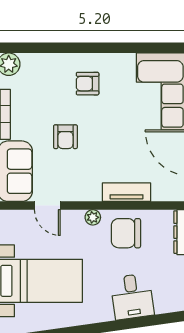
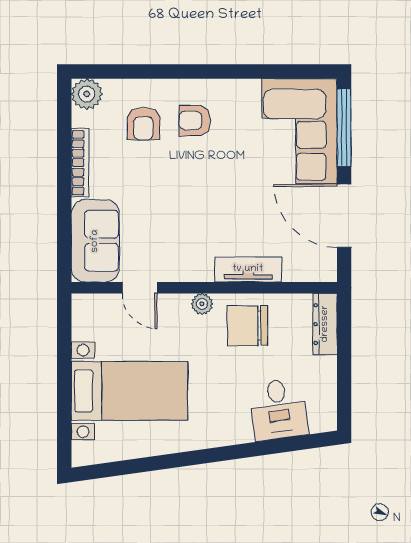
armchair: (65, 137) -> (143, 124), moved
desk: (132, 297) -> (279, 409), moved

